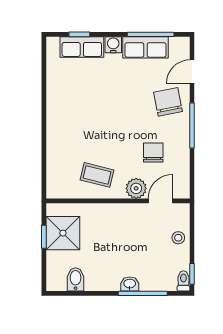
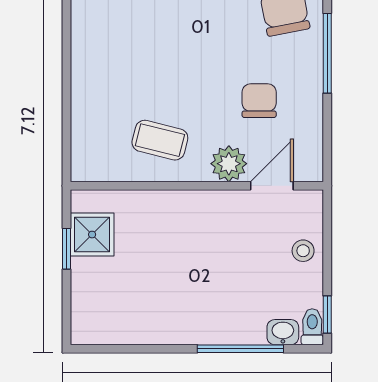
shower: (63, 233) -> (92, 235), width x0.73, depth x0.73
bidet: (76, 279) -> (122, 324), removed
washbasin: (130, 284) -> (283, 332), moved

